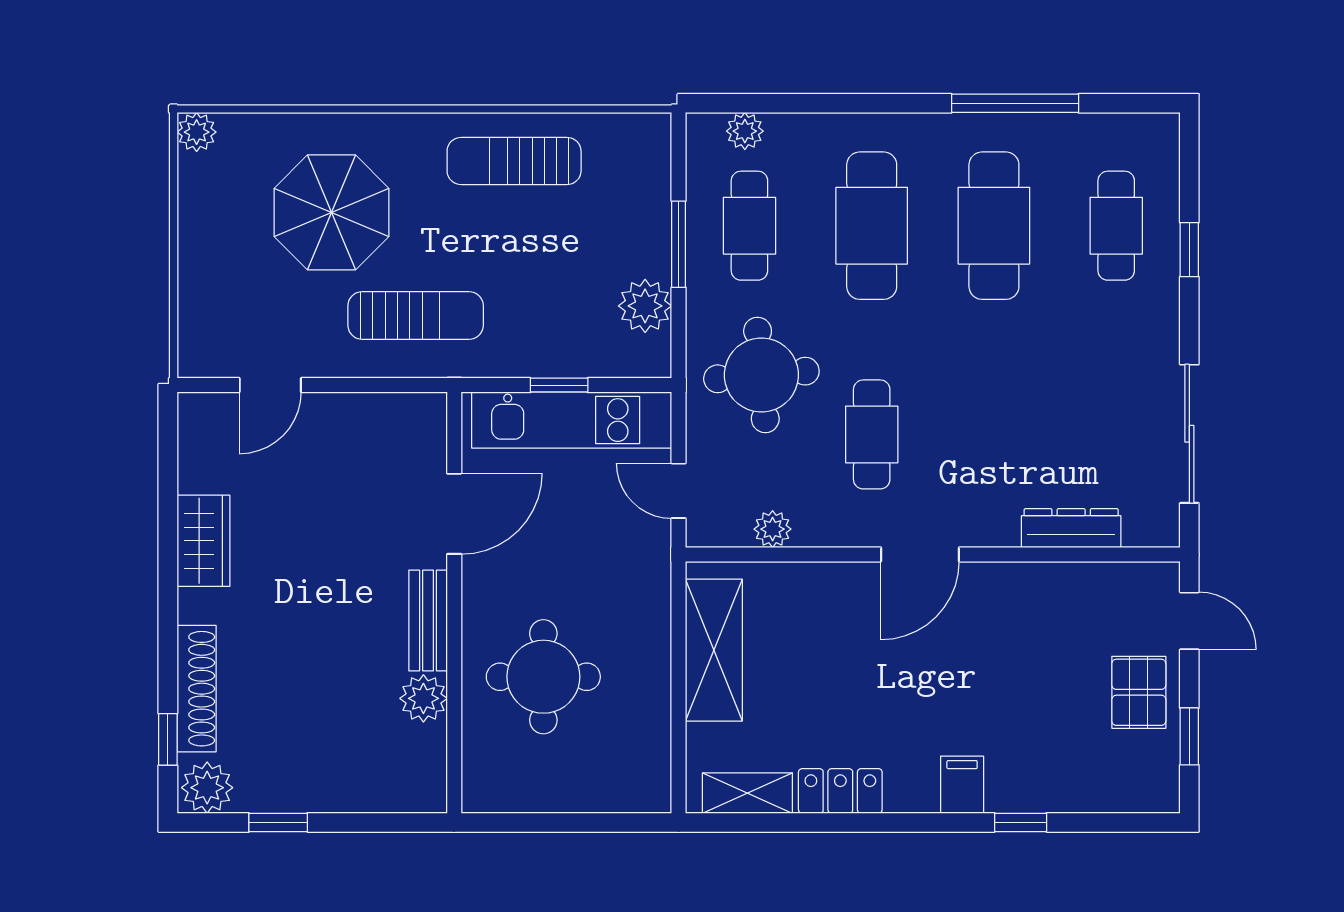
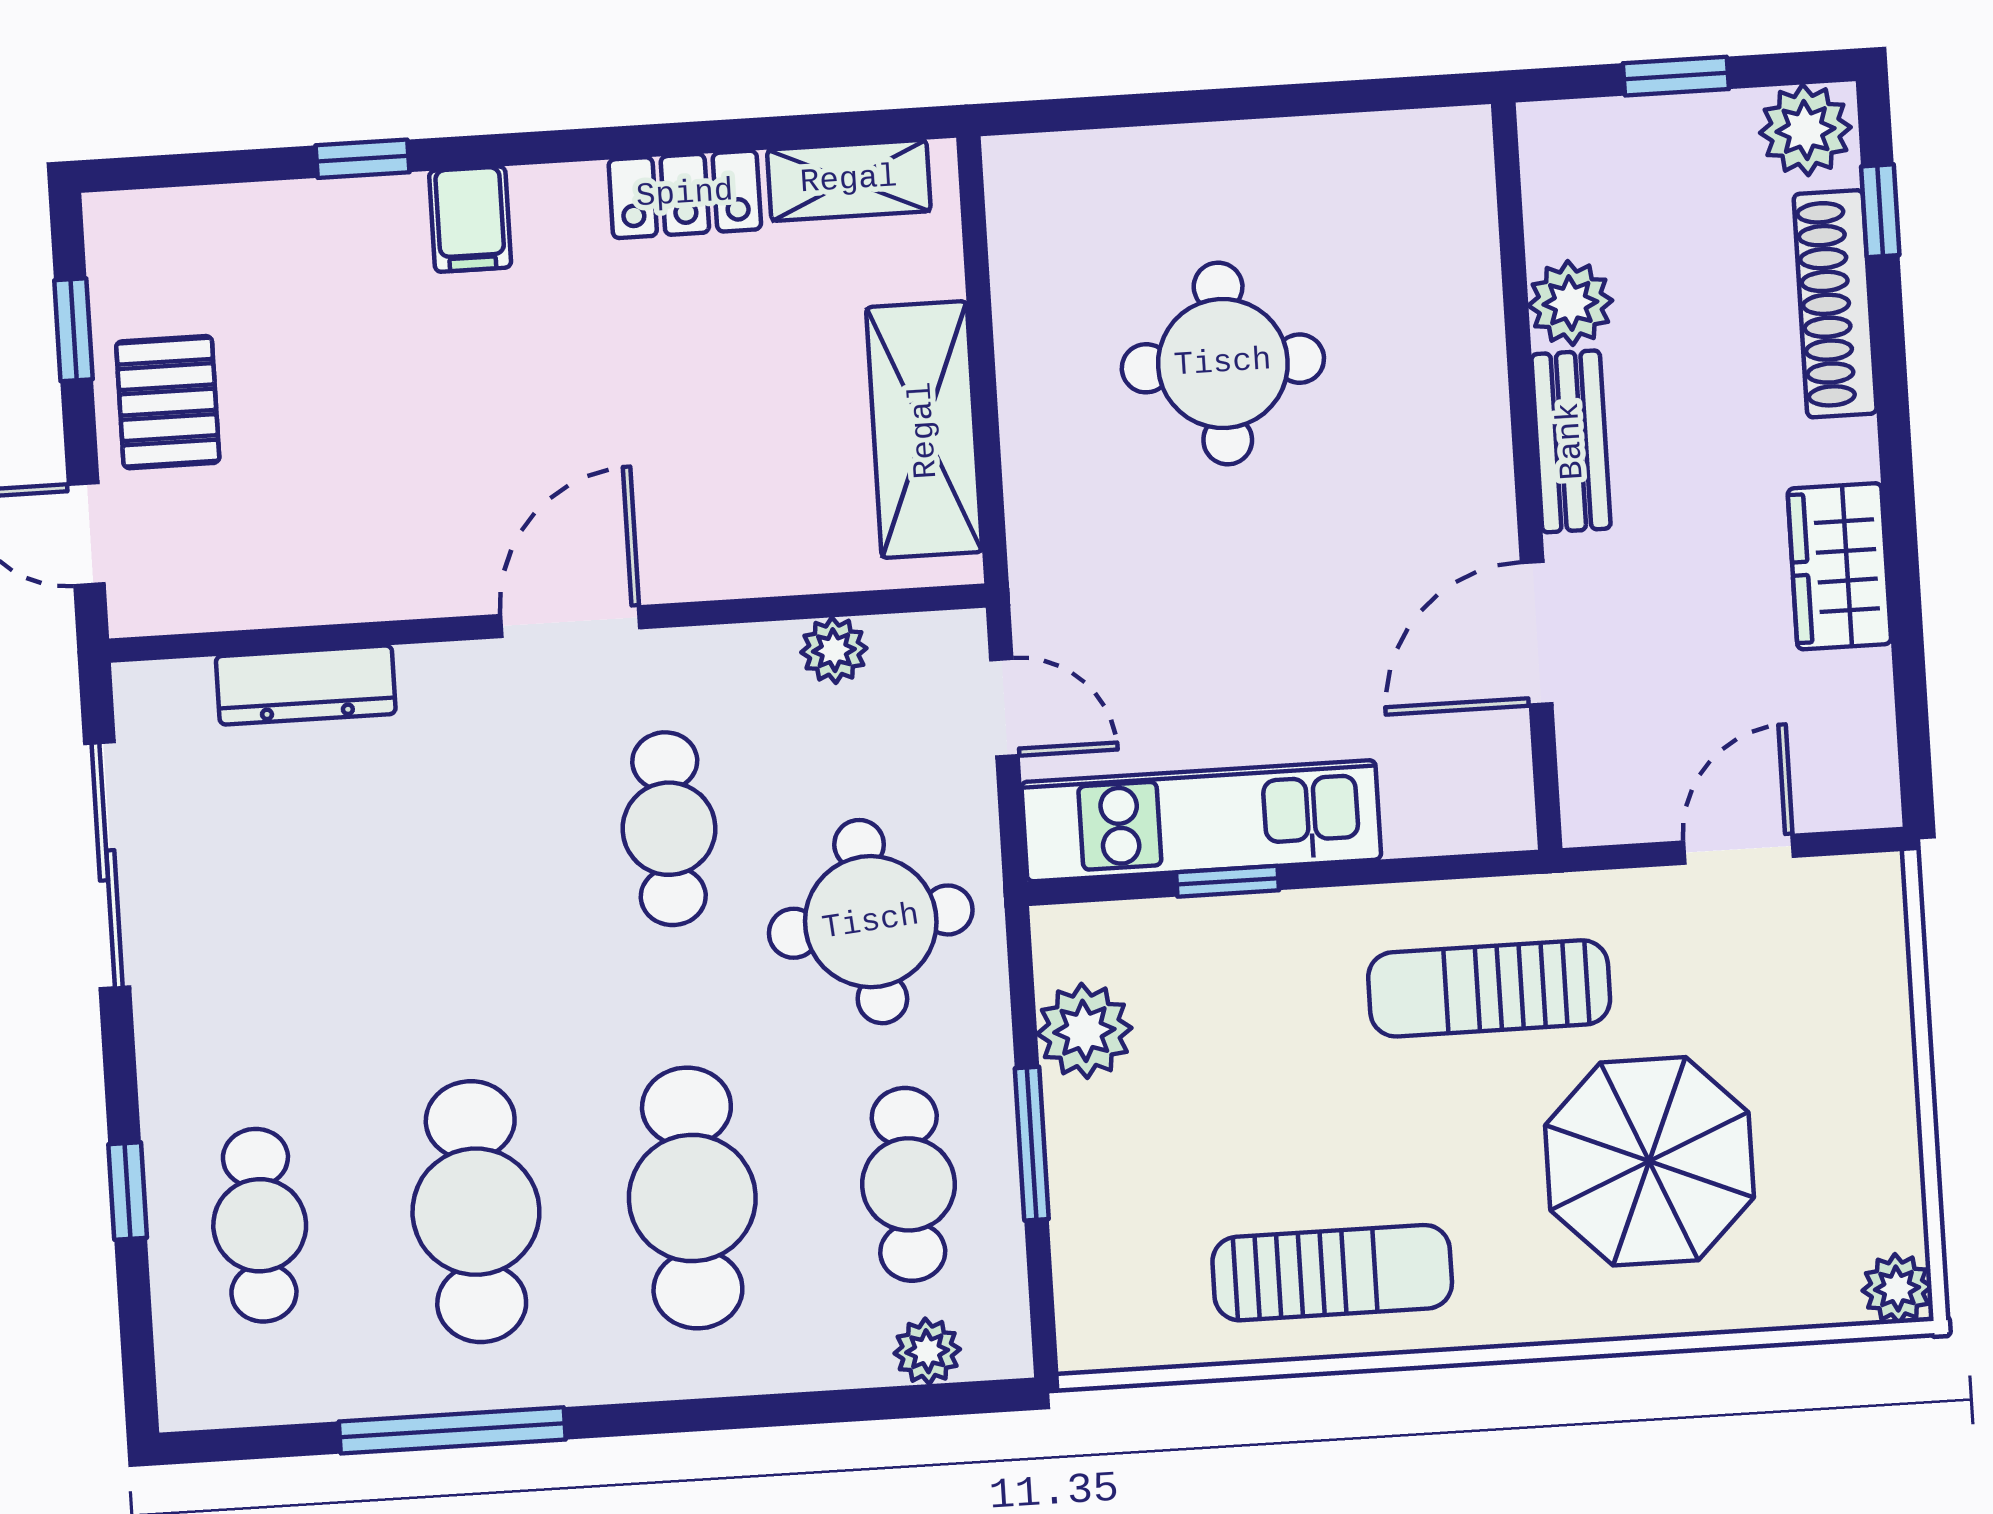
door: (454, 514) -> (1537, 633), moved
wall: (454, 603) -> (1527, 476), moved
bench: (428, 621) -> (1571, 441), moved
plant: (423, 698) -> (1570, 303), moved

